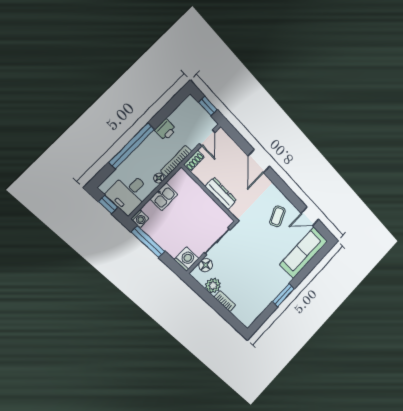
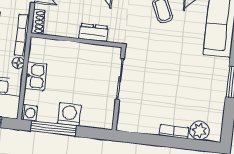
dresser: (221, 193) -> (94, 33), width x0.70
washing machine: (187, 259) -> (69, 114), moved
floor lamp: (206, 265) -> (126, 110), removed
plant: (213, 285) -> (199, 130), moved

